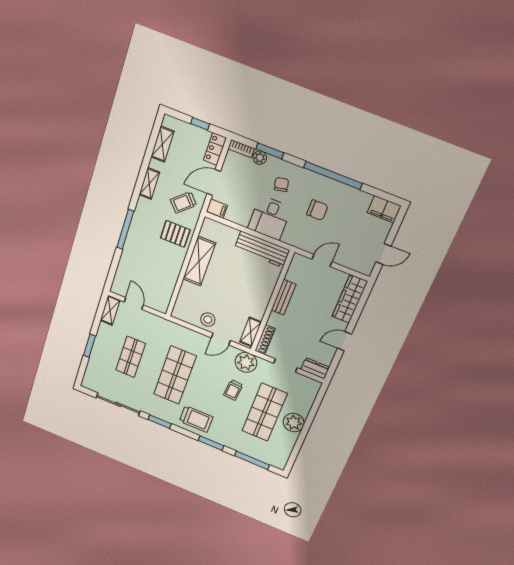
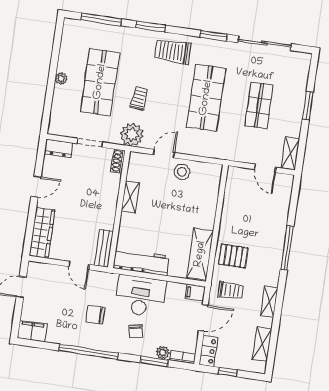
trolley: (183, 202) -> (231, 291), turned 42
desk: (270, 218) -> (140, 296), width x1.37
shelving: (199, 261) -> (200, 254), moved
door: (322, 261) -> (79, 266), hinge flipped
bench: (284, 297) -> (104, 248), moved
shelving: (251, 332) -> (130, 197), moved
shoe rack: (265, 340) -> (118, 161), width x0.70
plant: (294, 423) -> (61, 78), width x0.53, depth x0.53

